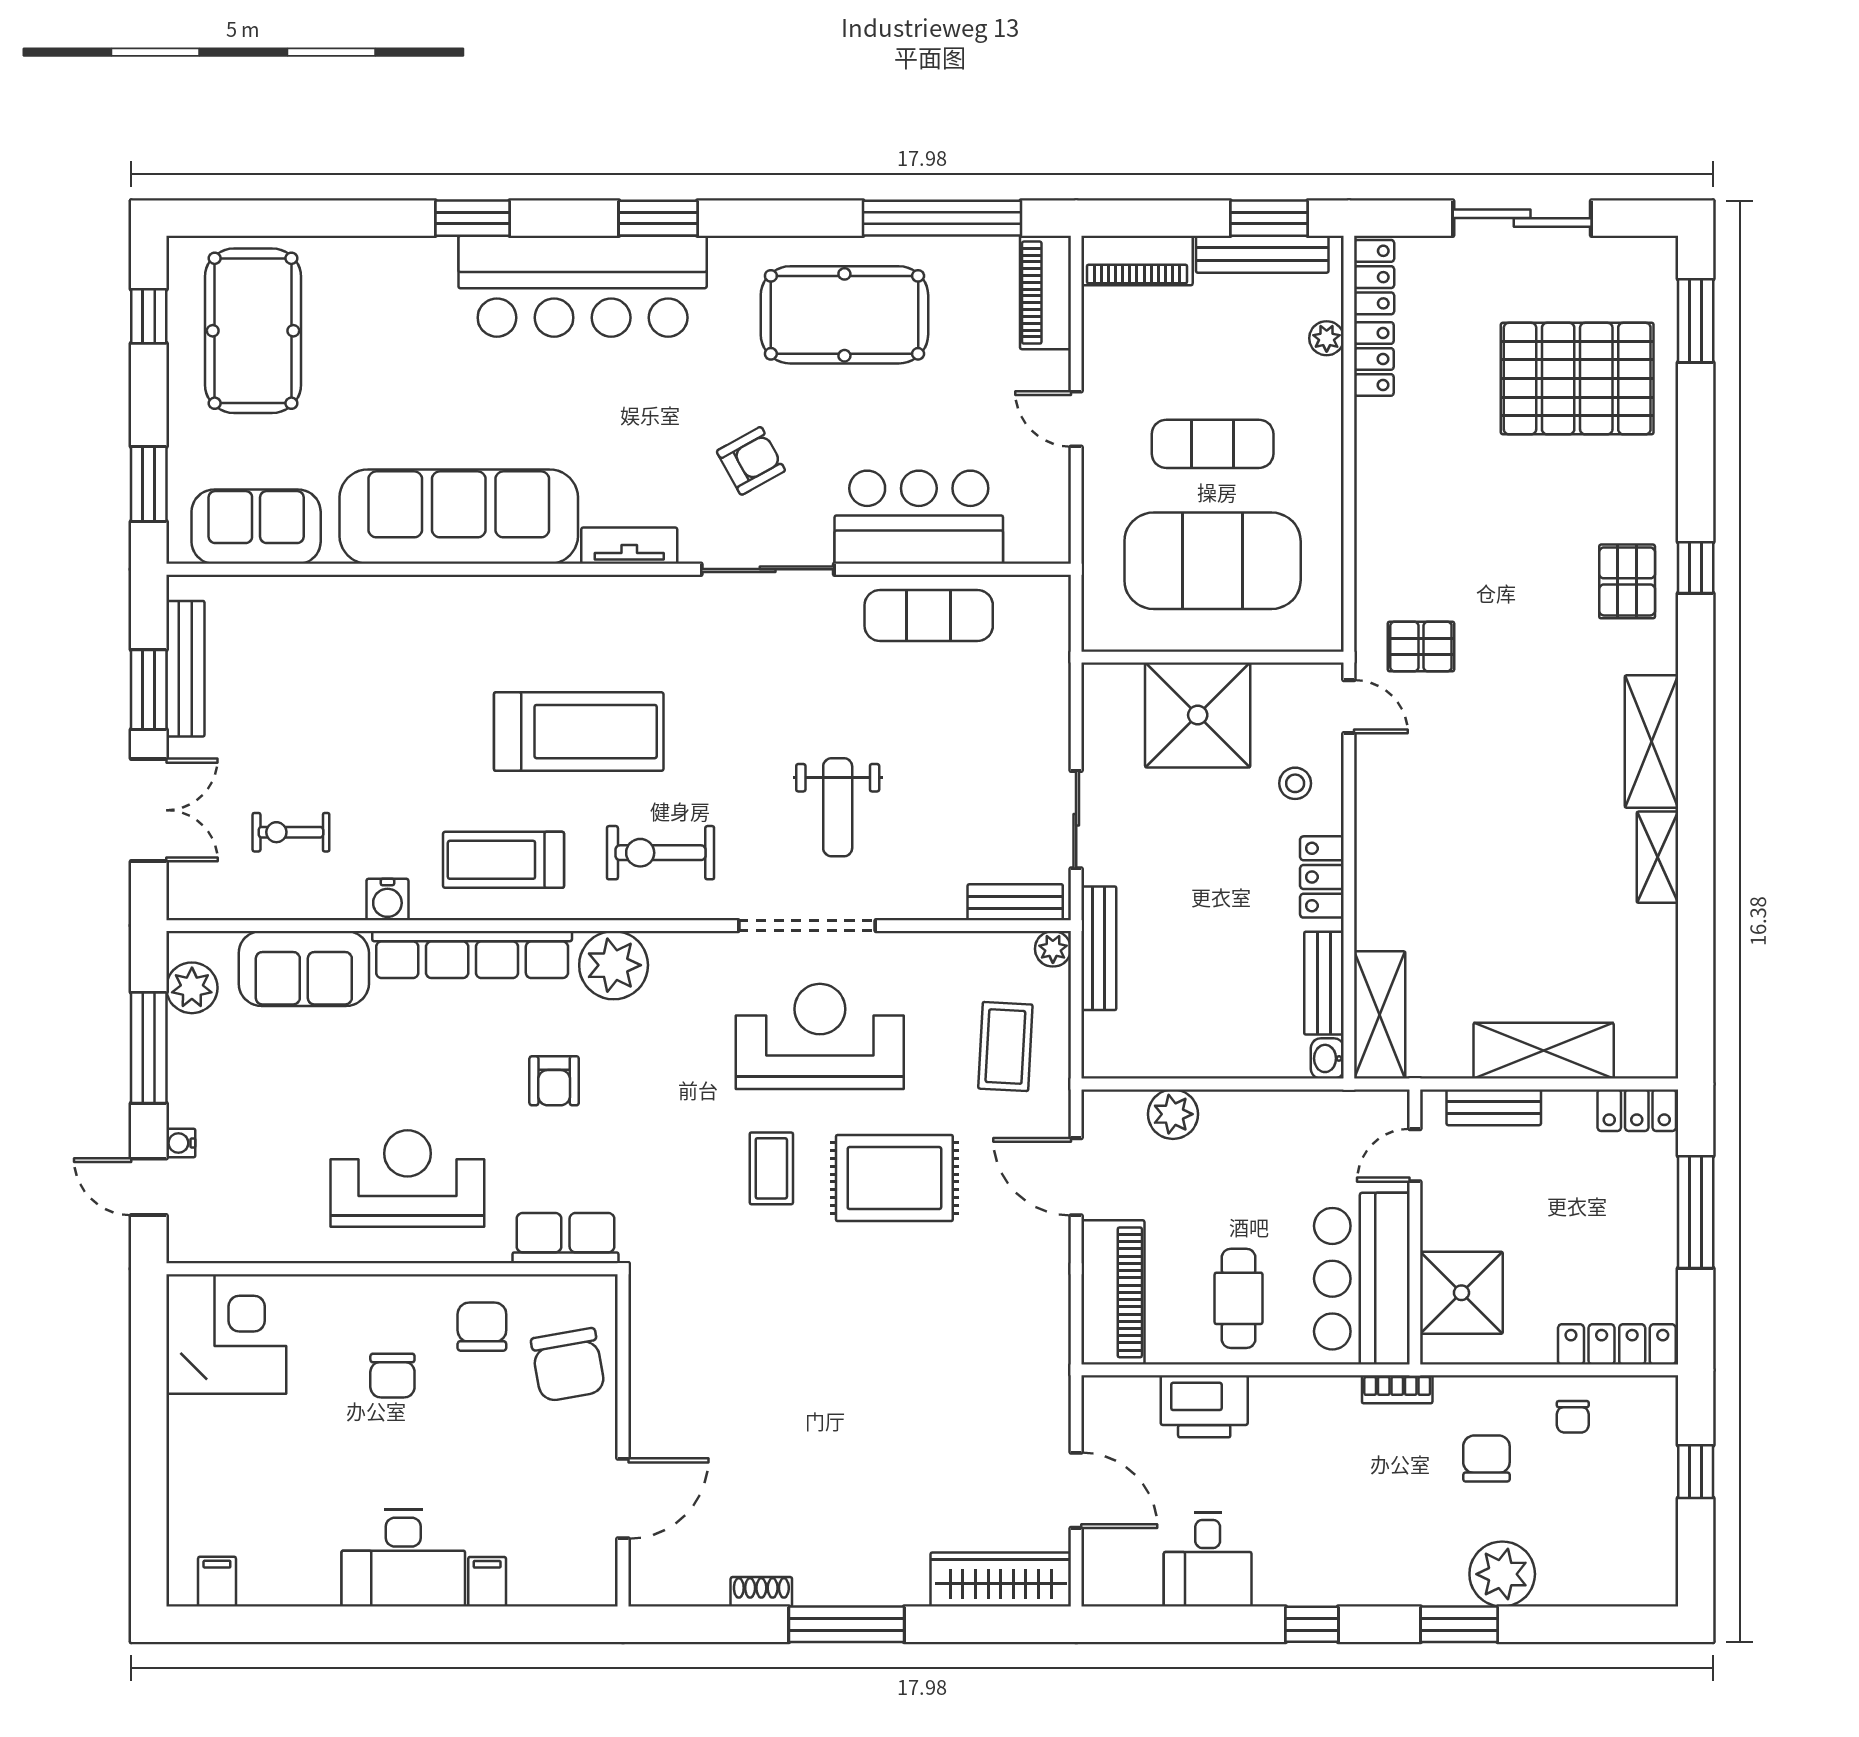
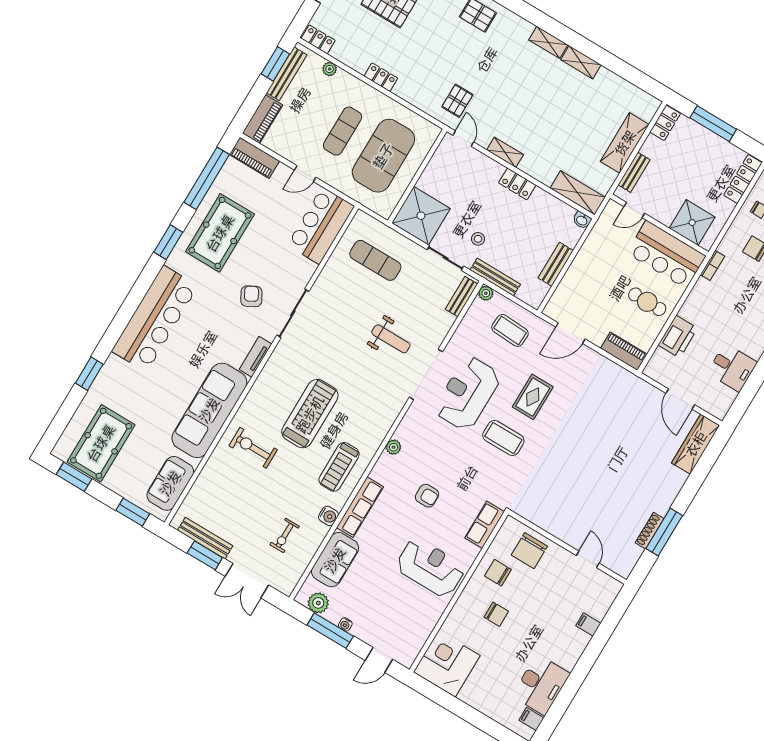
window: (473, 218) -> (89, 374), moved
window: (658, 218) -> (168, 242), moved
window: (149, 316) -> (74, 477), width x1.50
pool table: (253, 331) -> (101, 443), turned 90
locker: (1374, 359) -> (381, 77), moved
bar counter: (919, 517) -> (321, 226), moved
exercise mat: (929, 616) -> (375, 260), moved, turned 90
door: (1349, 707) -> (463, 139), hinge flipped
shower: (1198, 715) -> (421, 216), moved
shelving: (1652, 742) -> (548, 42), width x0.67, depth x0.75
stool: (1295, 783) -> (478, 239), moved
double door: (149, 810) -> (247, 581), swing flipped
shelving: (1373, 811) -> (505, 152), added
exercise bike: (661, 853) -> (253, 448), moved, turned 90
row of seats: (472, 955) -> (360, 507), width x0.73
plant: (614, 965) -> (393, 447), width x0.53, depth x0.53
bench: (1324, 983) -> (556, 264), moved, turned 90
plant: (1173, 1114) -> (569, 286), removed
water cooler: (181, 1143) -> (345, 624), moved
door: (1415, 1155) -> (634, 210), hinge flipped
coffee table: (771, 1168) -> (503, 438), width x1.36, depth x1.30
rug: (894, 1178) -> (533, 397), width x0.73, depth x0.70
reception desk: (407, 1179) -> (430, 568), turned 90
piano: (1113, 1292) -> (624, 351), width x0.73, depth x0.75
chair: (568, 1365) -> (529, 551), turned 100
door: (1076, 1490) -> (680, 399), swing flipped
door: (623, 1499) -> (588, 559), width x0.73
desk: (403, 1558) -> (541, 685), moved
shoe rack: (761, 1592) -> (650, 531), width x1.43
window: (847, 1624) -> (664, 532), moved

